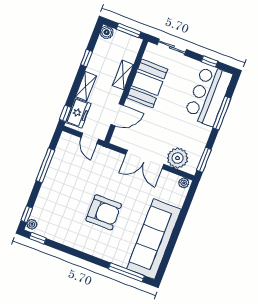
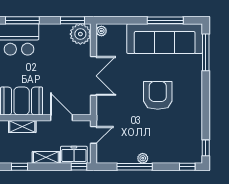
plant: (178, 158) -> (80, 34), moved
plant: (32, 224) -> (143, 158), moved
window: (171, 246) -> (165, 20), added

